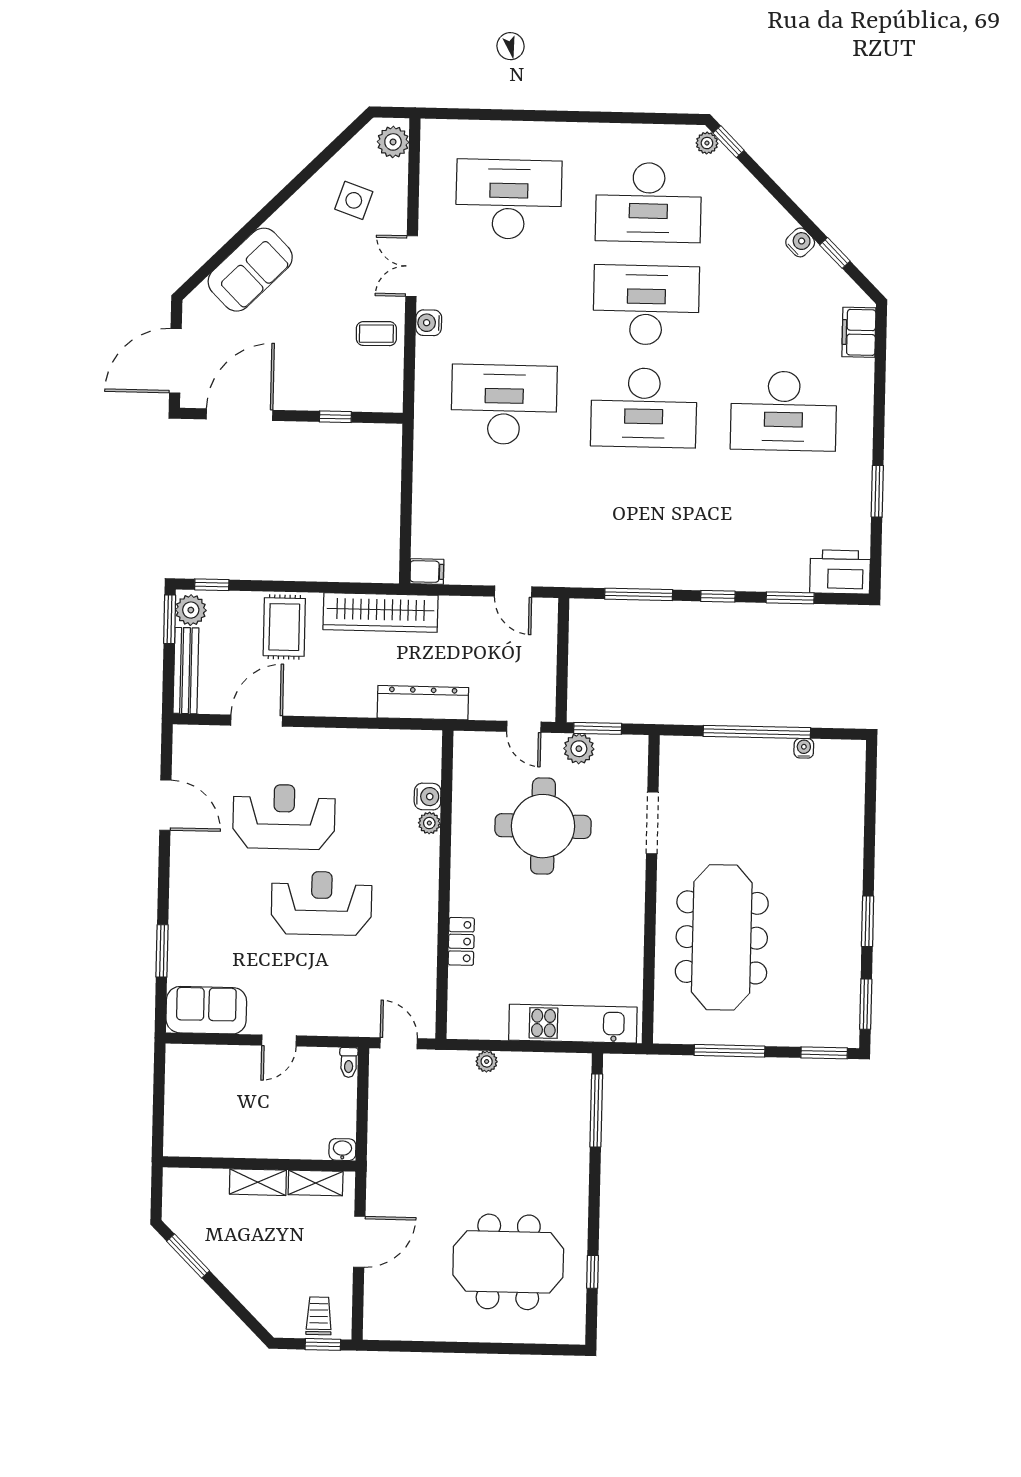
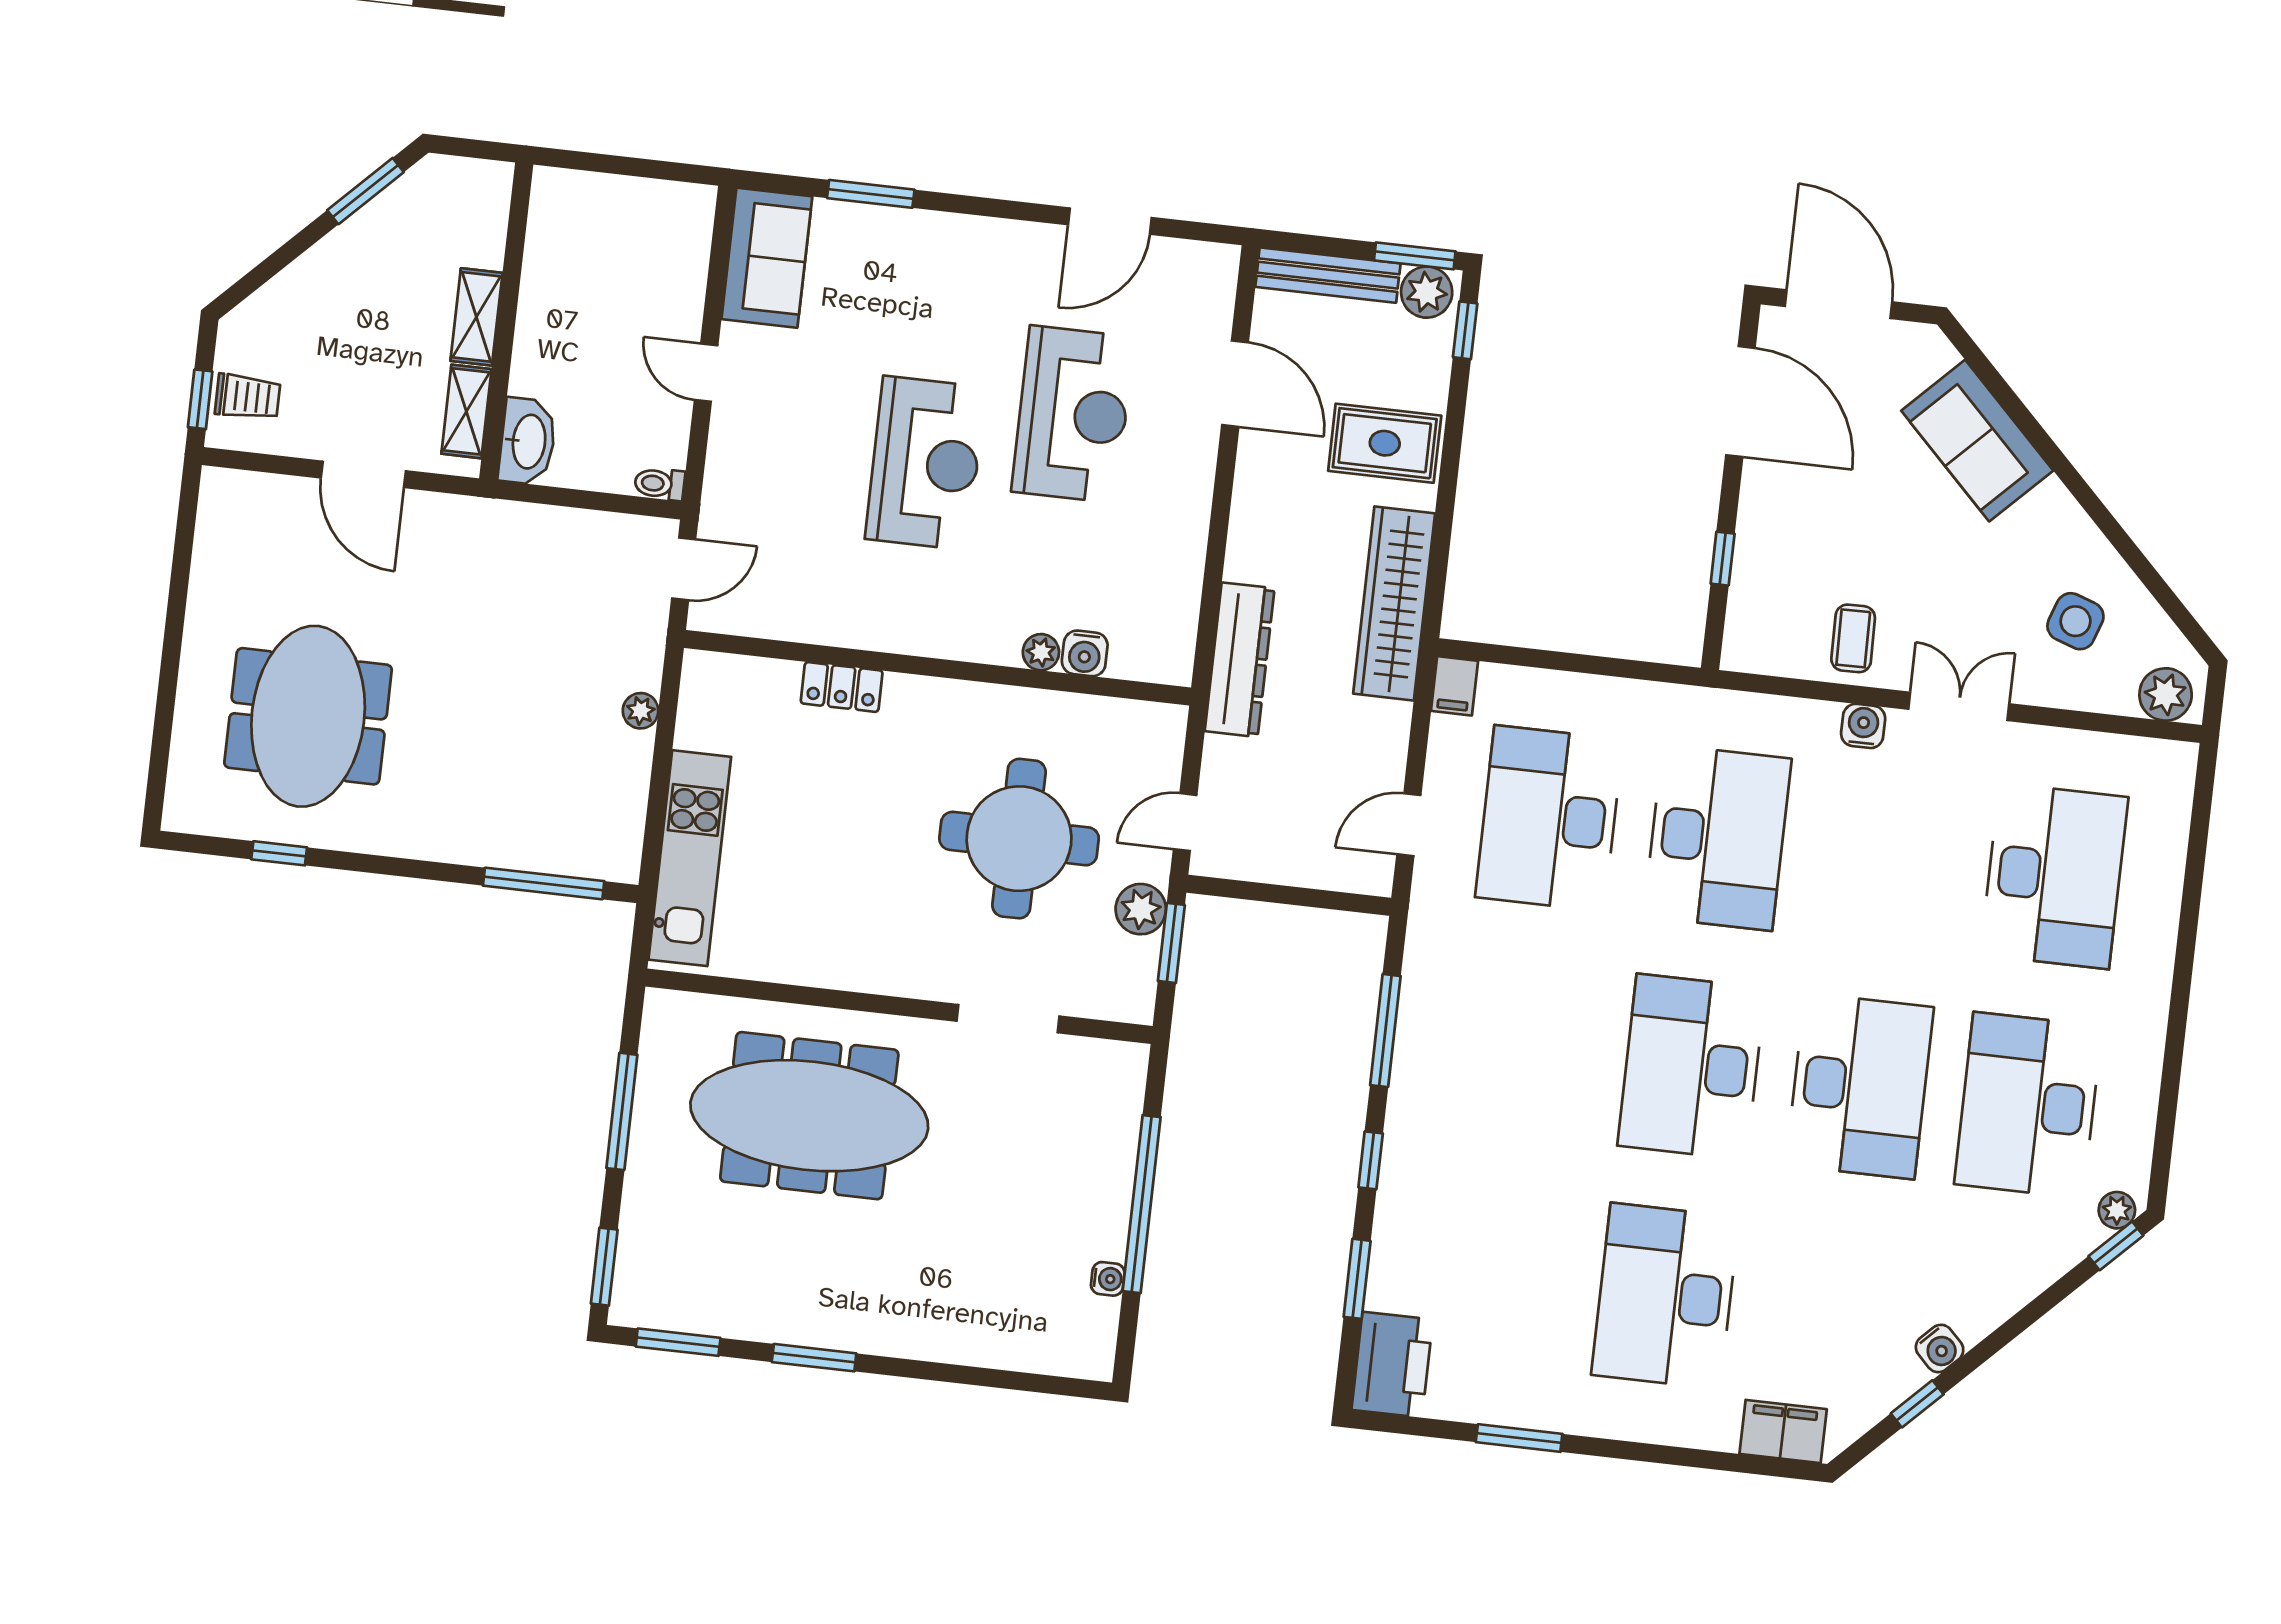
desk: (502, 507) -> (1549, 818), added
washbasin: (342, 1150) -> (528, 442), width x1.91, depth x1.45

